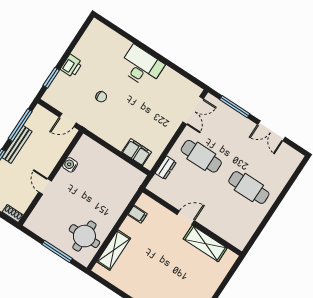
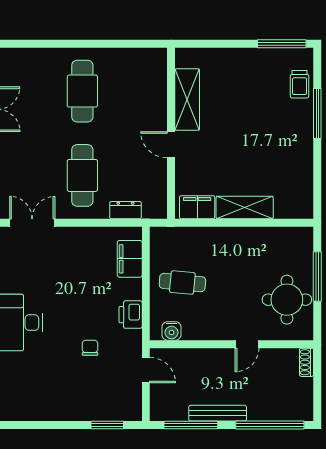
printer: (71, 66) -> (131, 315), moved, turned -90
water cooler: (70, 165) -> (172, 331), moved
cafe table: (104, 173) -> (182, 283), added
filing cabinet: (137, 214) -> (197, 207), width x2.00
round table: (84, 236) -> (287, 300), moved
shelving: (114, 250) -> (245, 208), moved

